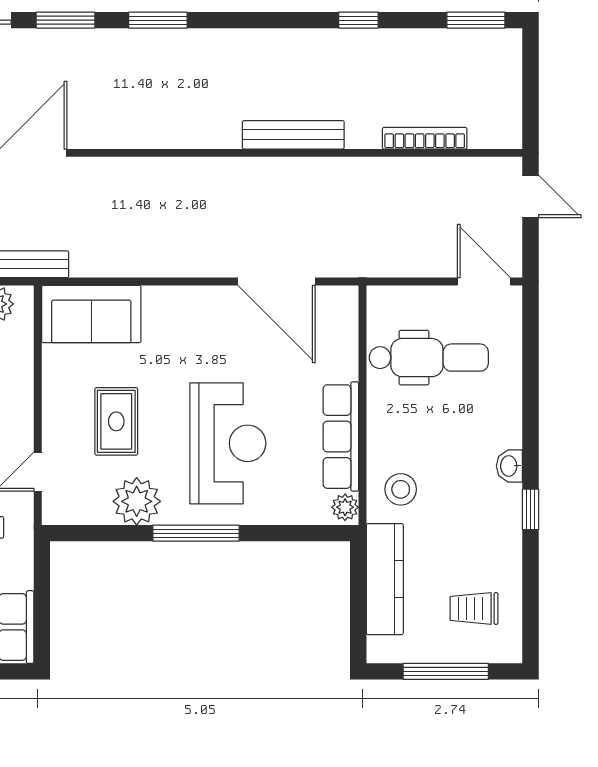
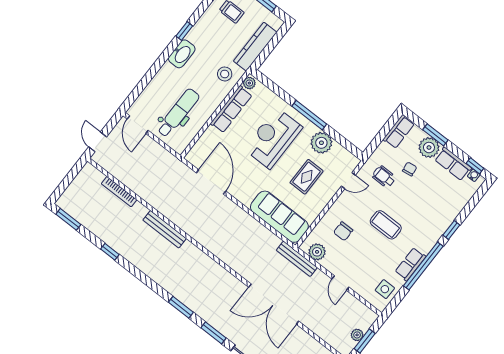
sofa: (91, 314) -> (279, 217), width x1.36
dental chair: (429, 358) -> (178, 113), turned 90
washbasin: (509, 466) -> (182, 54), width x1.91, depth x1.45

